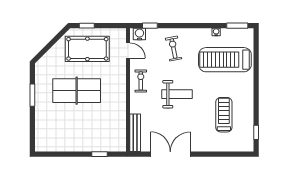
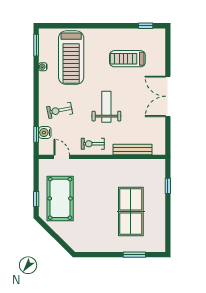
water cooler: (139, 34) -> (45, 132), moved
door: (128, 50) -> (62, 157), hinge flipped
table tennis table: (77, 91) -> (131, 212), moved
window: (32, 95) -> (134, 255), moved
bench: (135, 133) -> (133, 150), moved
double door: (170, 154) -> (168, 96), moved

